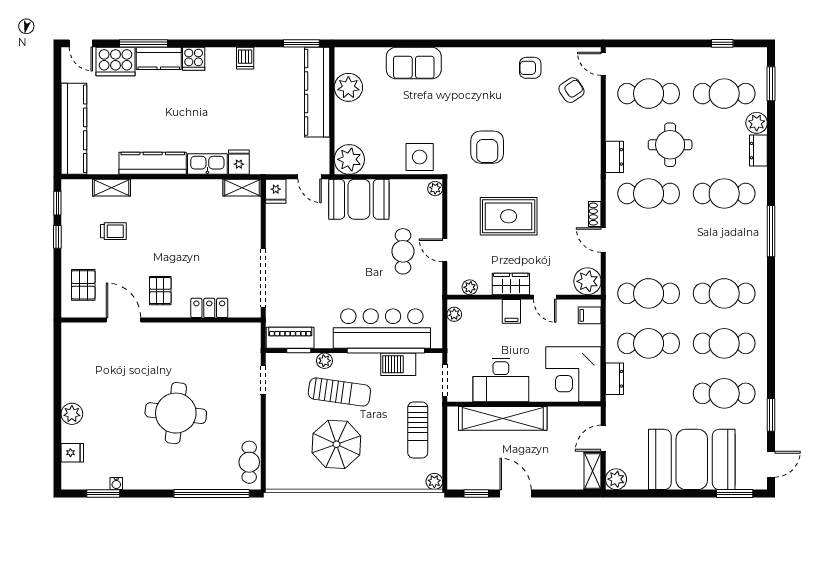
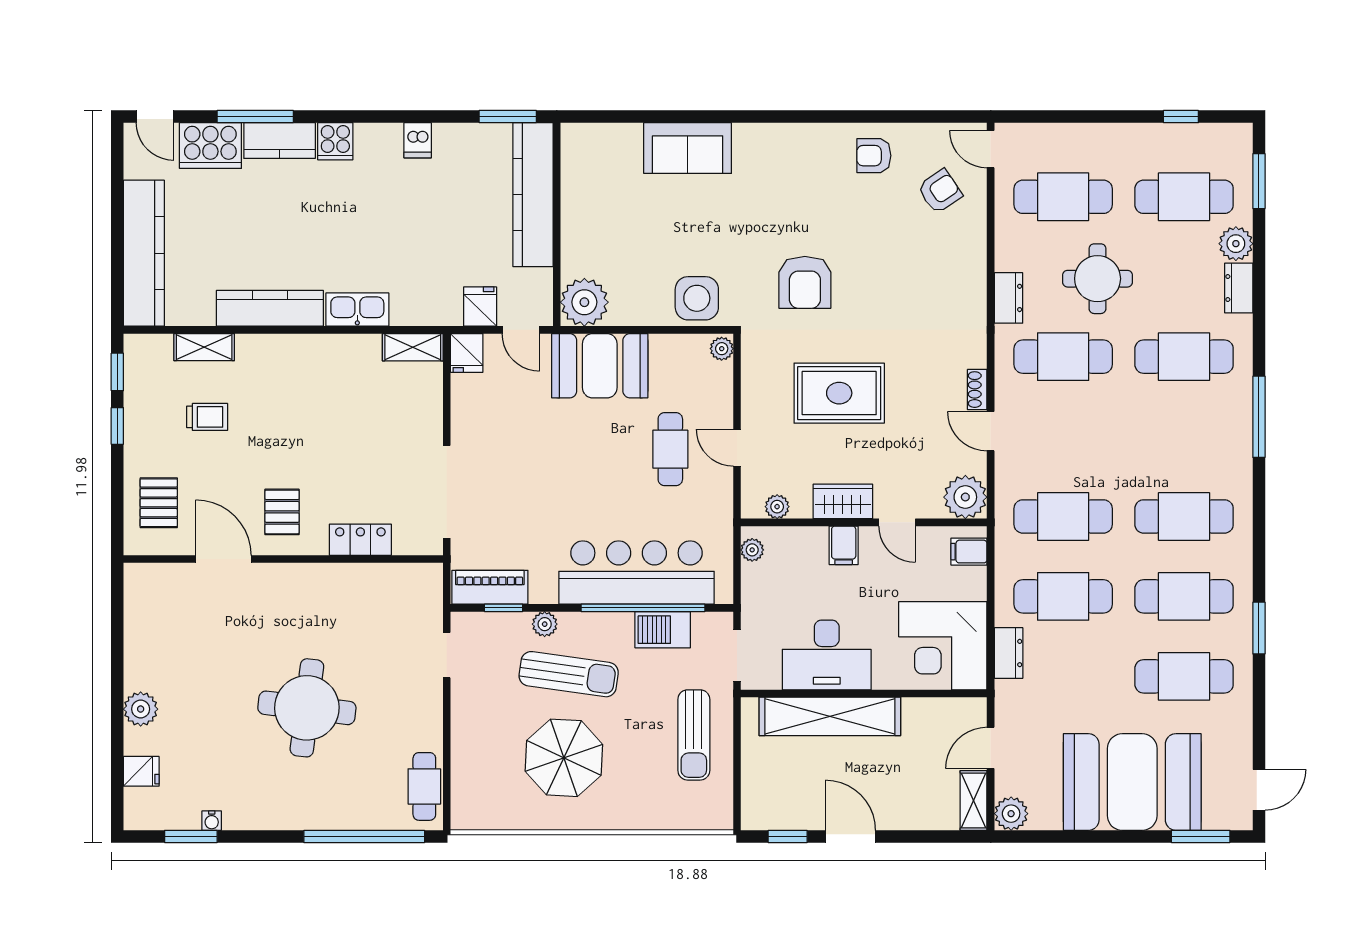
plant: (348, 87) -> (583, 187), removed
fridge: (239, 162) -> (480, 307), moved
window: (771, 415) -> (1259, 628), moved
plant: (434, 481) -> (720, 817), removed

